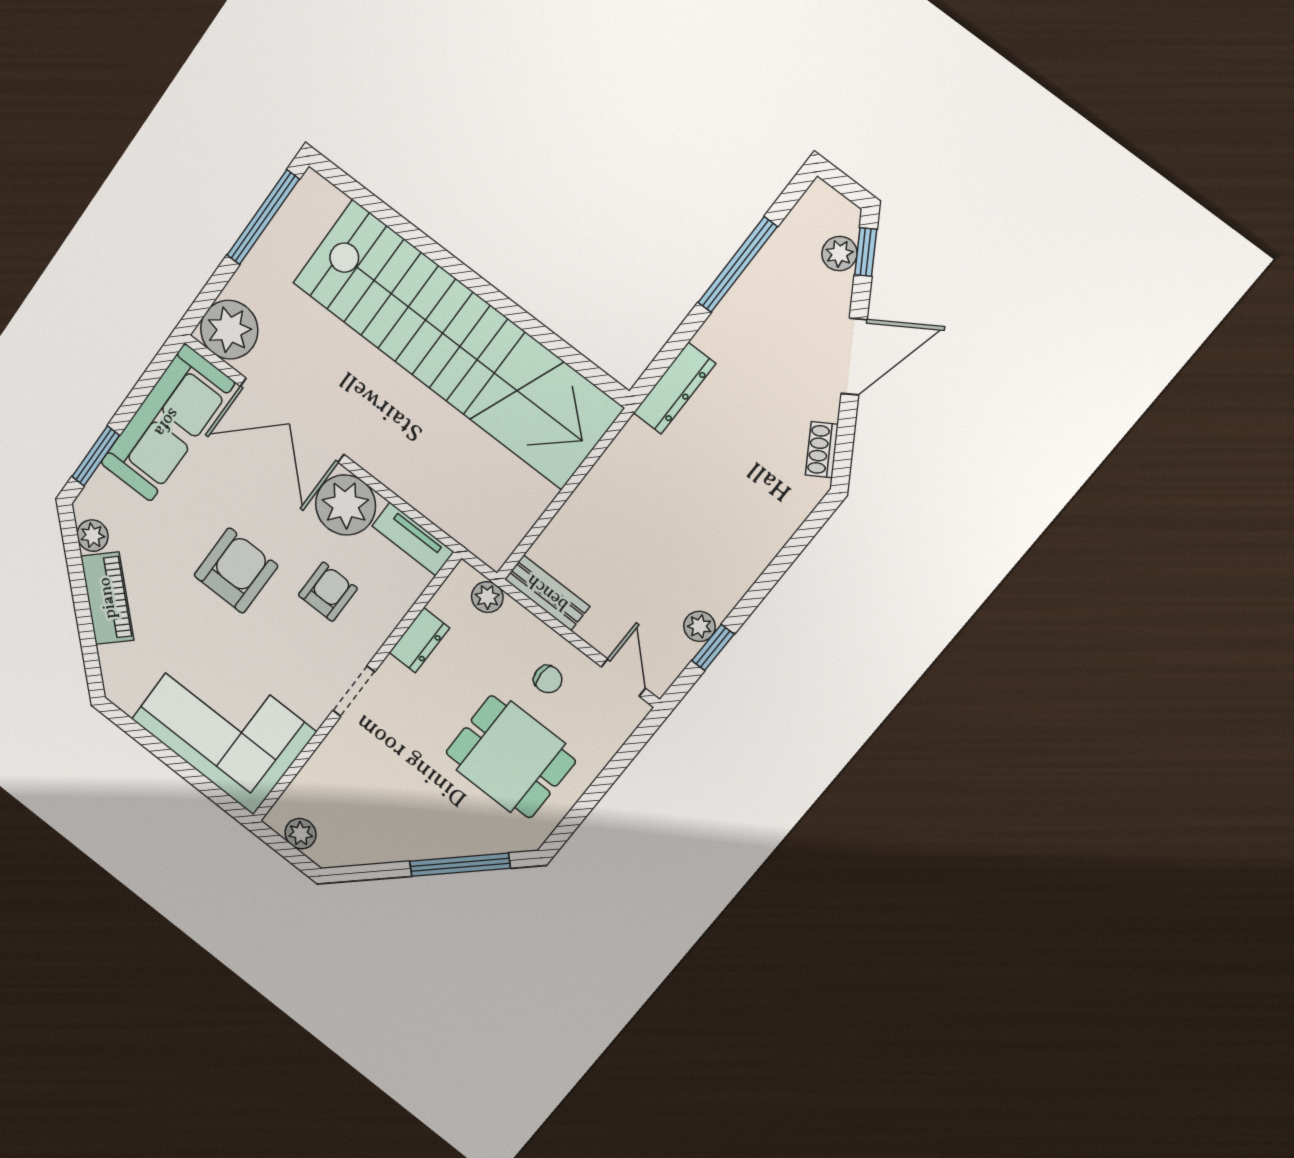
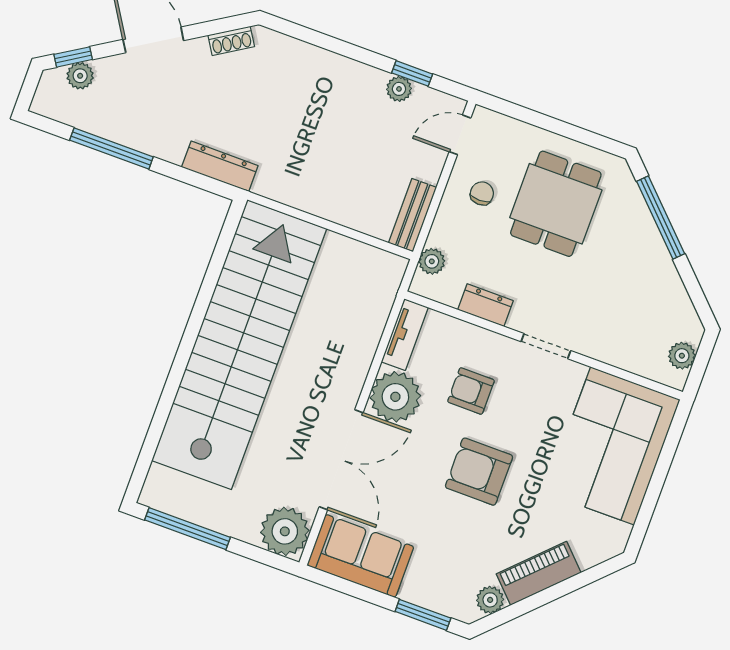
sofa: (167, 423) -> (360, 556), width x0.73

